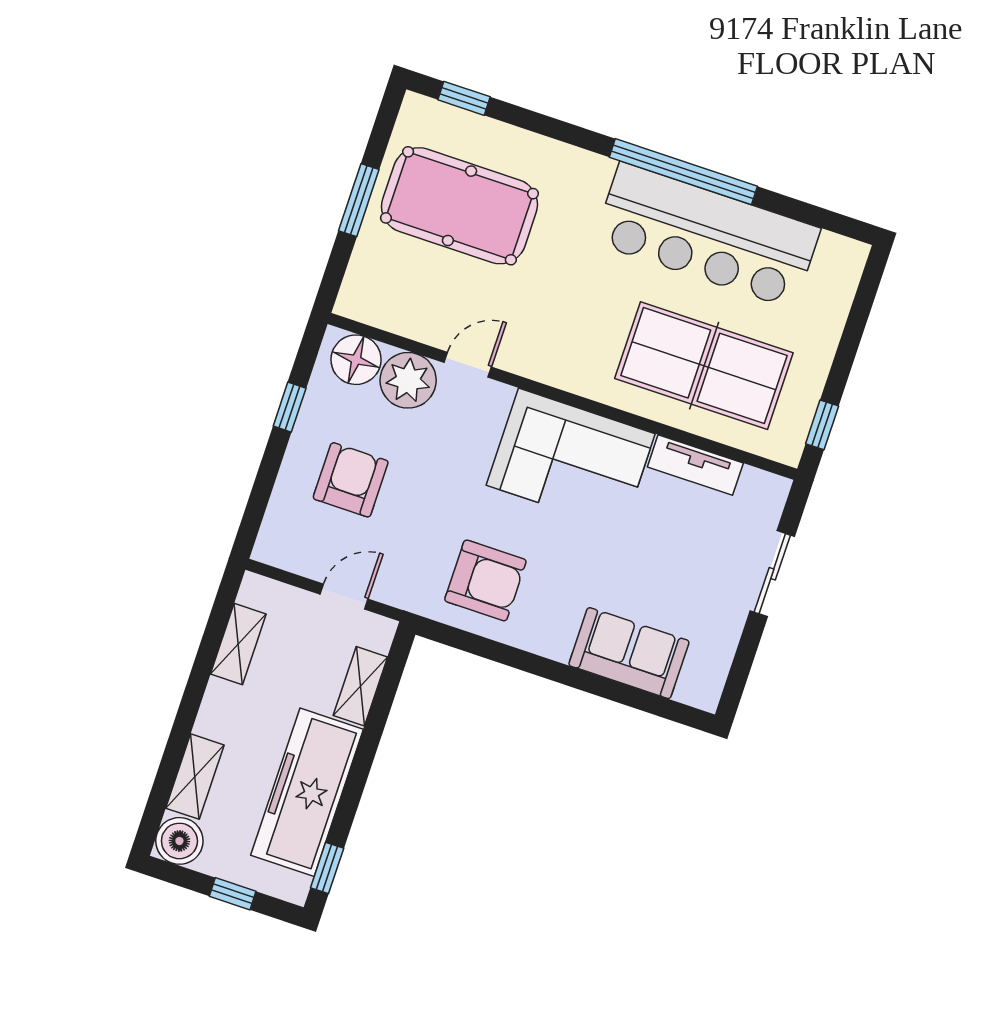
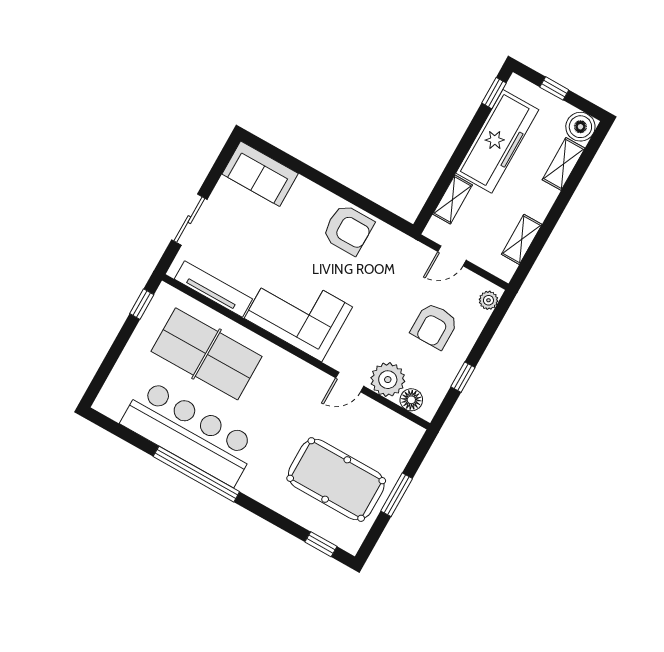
floor lamp: (356, 360) -> (411, 400), width x0.73, depth x0.73
tv unit: (695, 465) -> (213, 289), width x1.41
plant: (272, 537) -> (488, 300), added
armchair: (485, 580) -> (348, 230), moved, turned 180
sofa: (629, 653) -> (260, 174), moved

